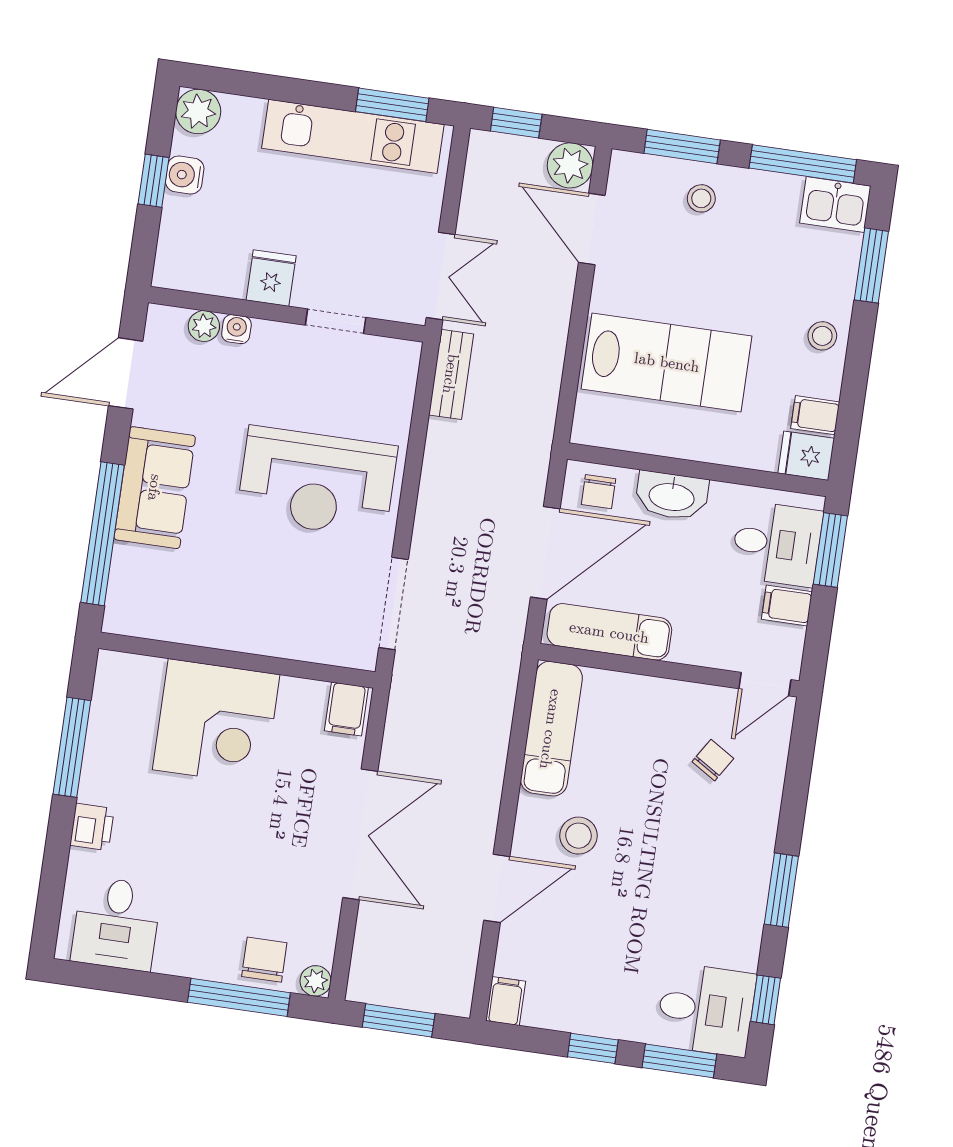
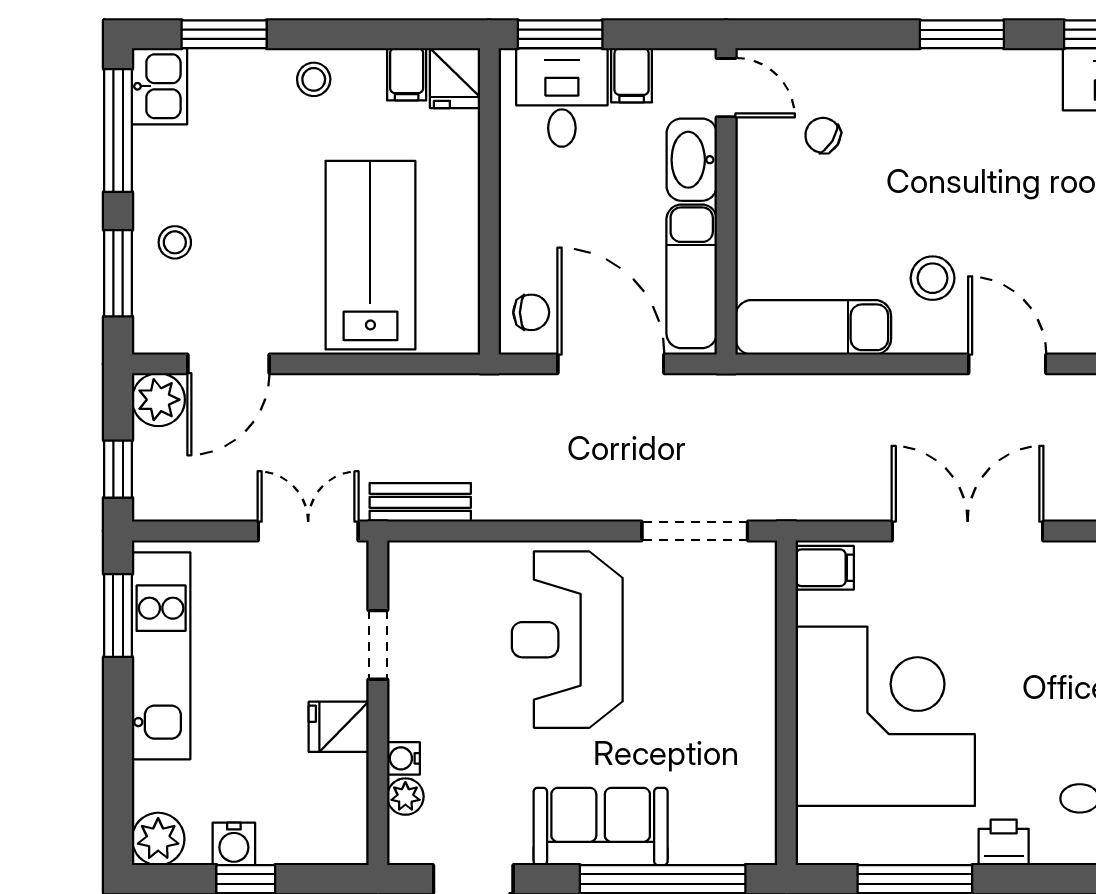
reception desk: (317, 482) -> (567, 640), turned 180
washbasin: (672, 496) -> (692, 160), moved, turned 180
corner desk: (216, 722) -> (885, 716), width x1.36, depth x1.36

